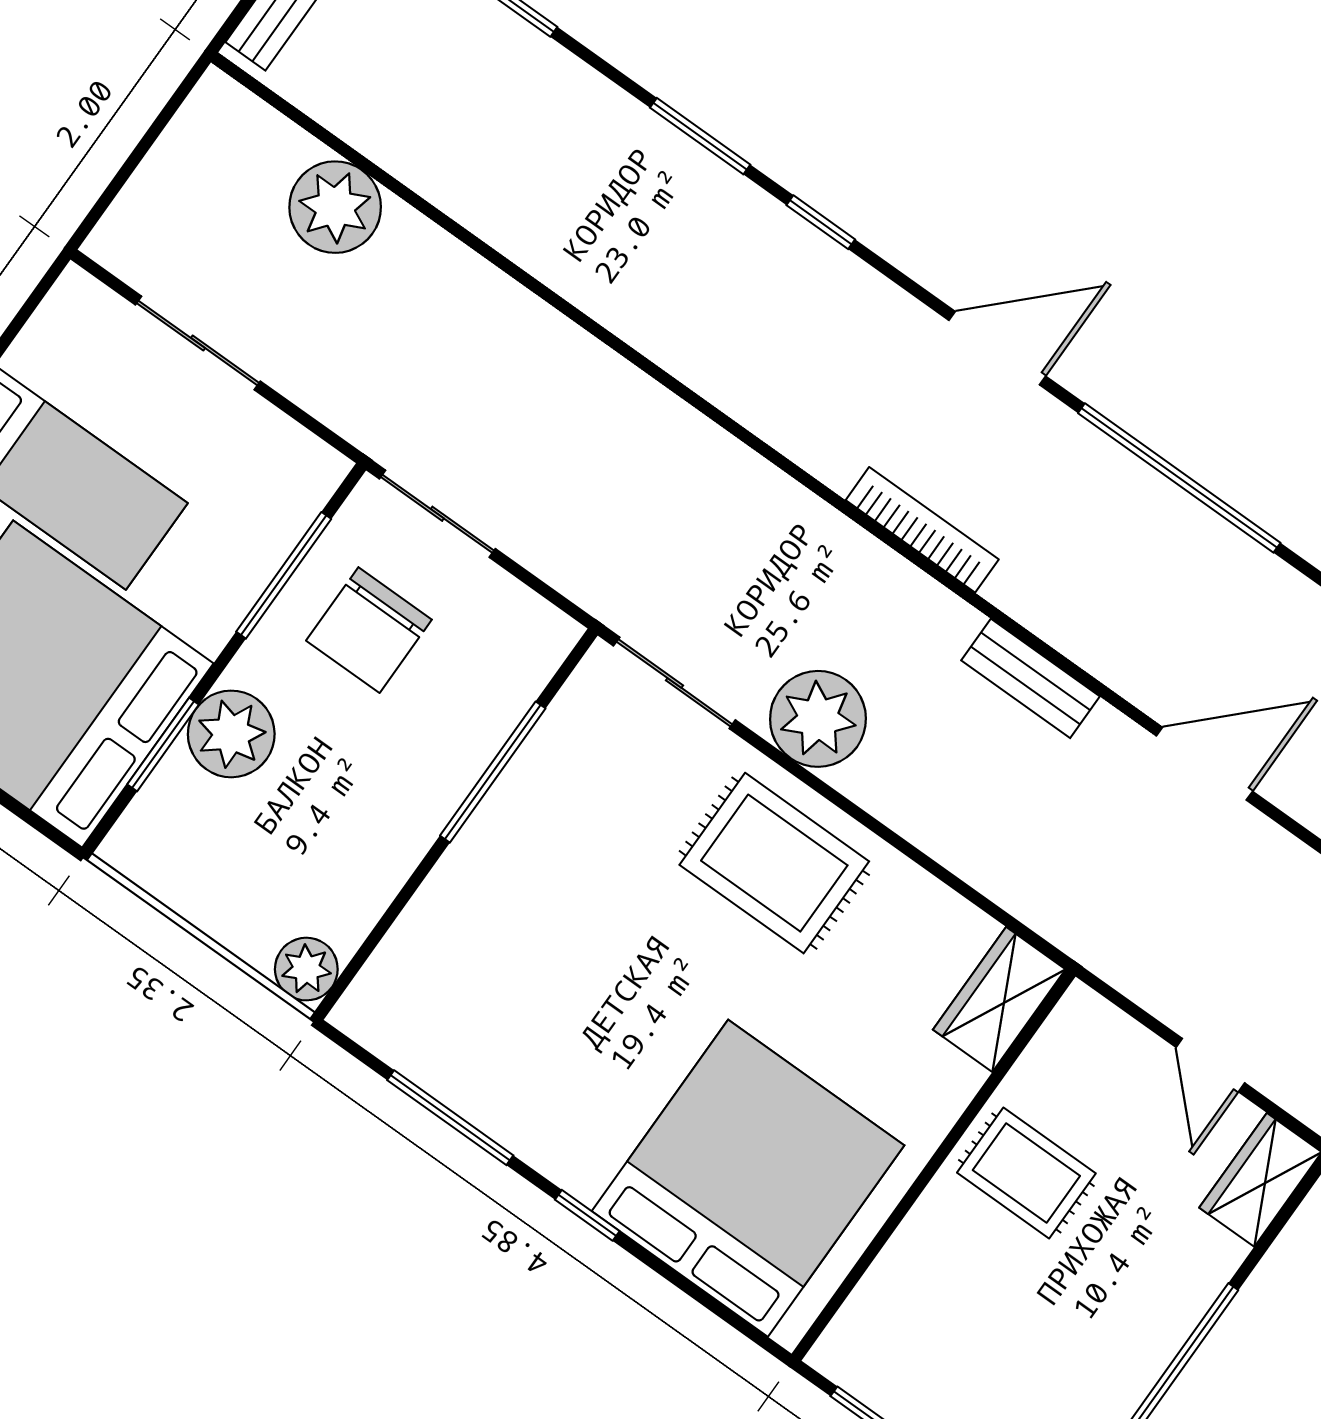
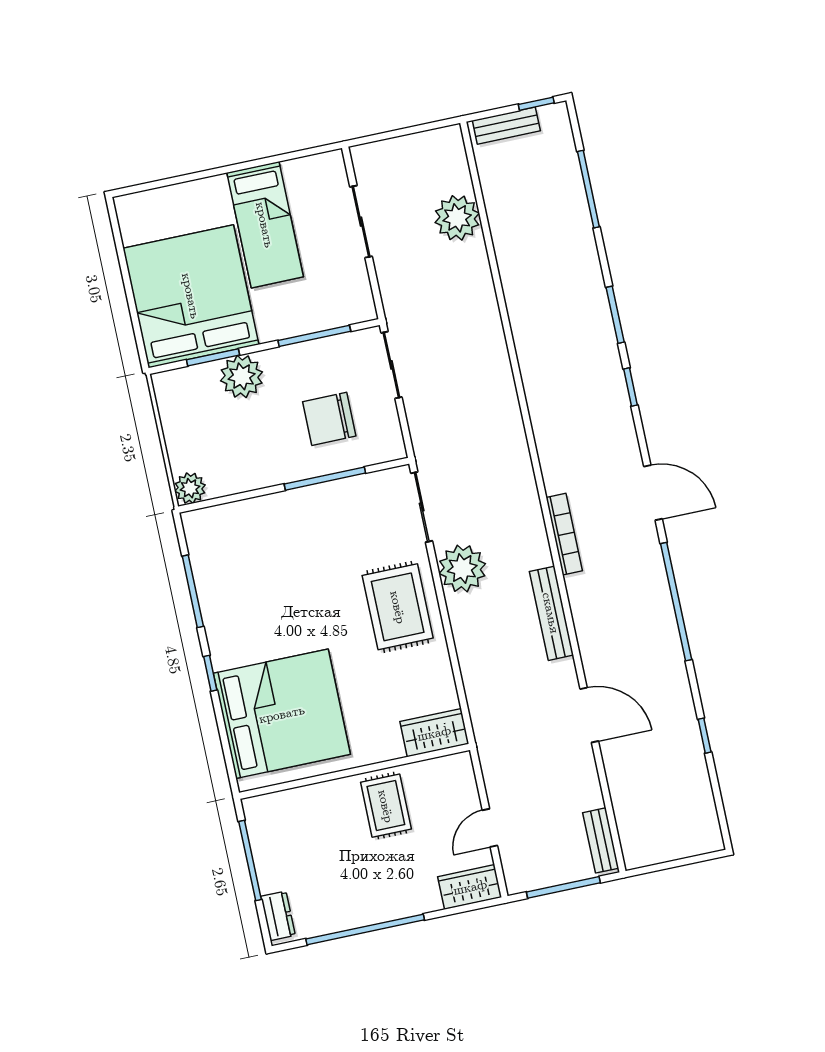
chair: (369, 630) -> (329, 419), moved
bench: (1030, 678) -> (551, 613), width x1.36

